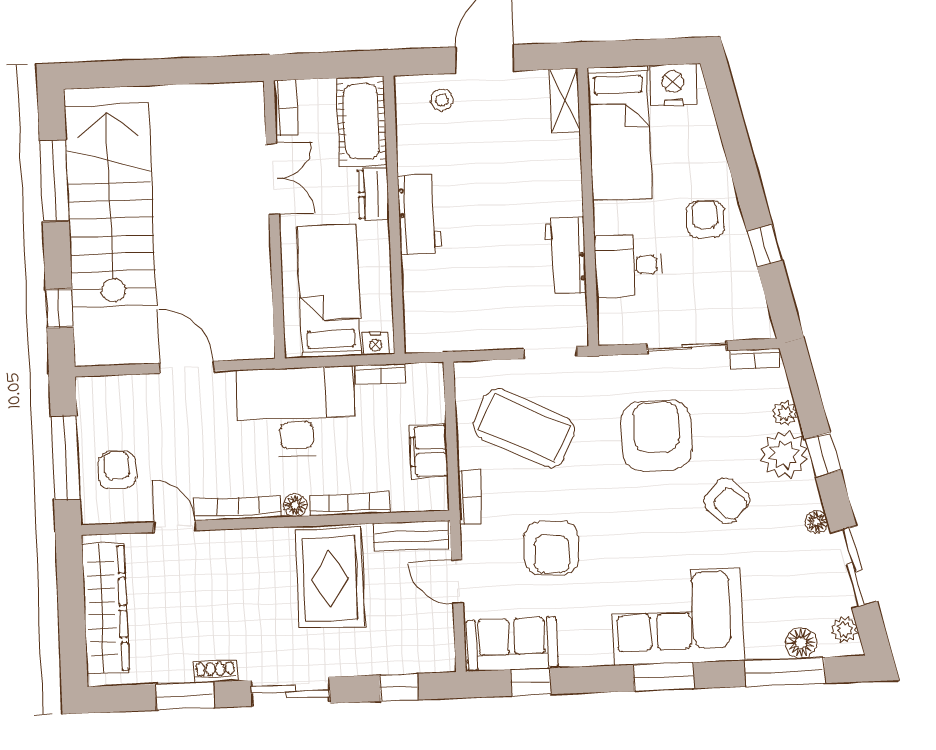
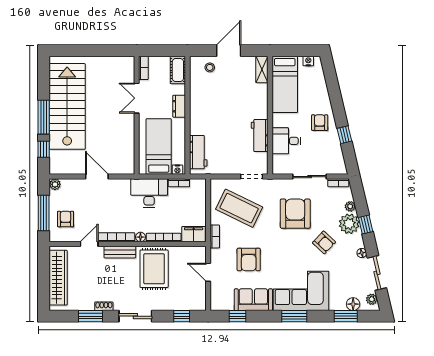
nightstand: (673, 85) -> (308, 61), width x0.53, depth x0.56
cot: (362, 121) -> (178, 70), width x0.73, depth x0.75
double door: (273, 179) -> (137, 98), swing flipped
window: (54, 181) -> (44, 117), moved
workbench: (419, 215) -> (198, 152), moved
plant: (89, 390) -> (55, 184), added
desk: (296, 412) -> (149, 193), width x0.73, depth x0.77
filing cabinet: (429, 451) -> (194, 234), moved, turned 90
door: (175, 526) -> (89, 244), hinge flipped
bench: (411, 536) -> (120, 252), moved
sofa: (512, 644) -> (253, 300), moved
window: (785, 672) -> (346, 316), width x0.69

